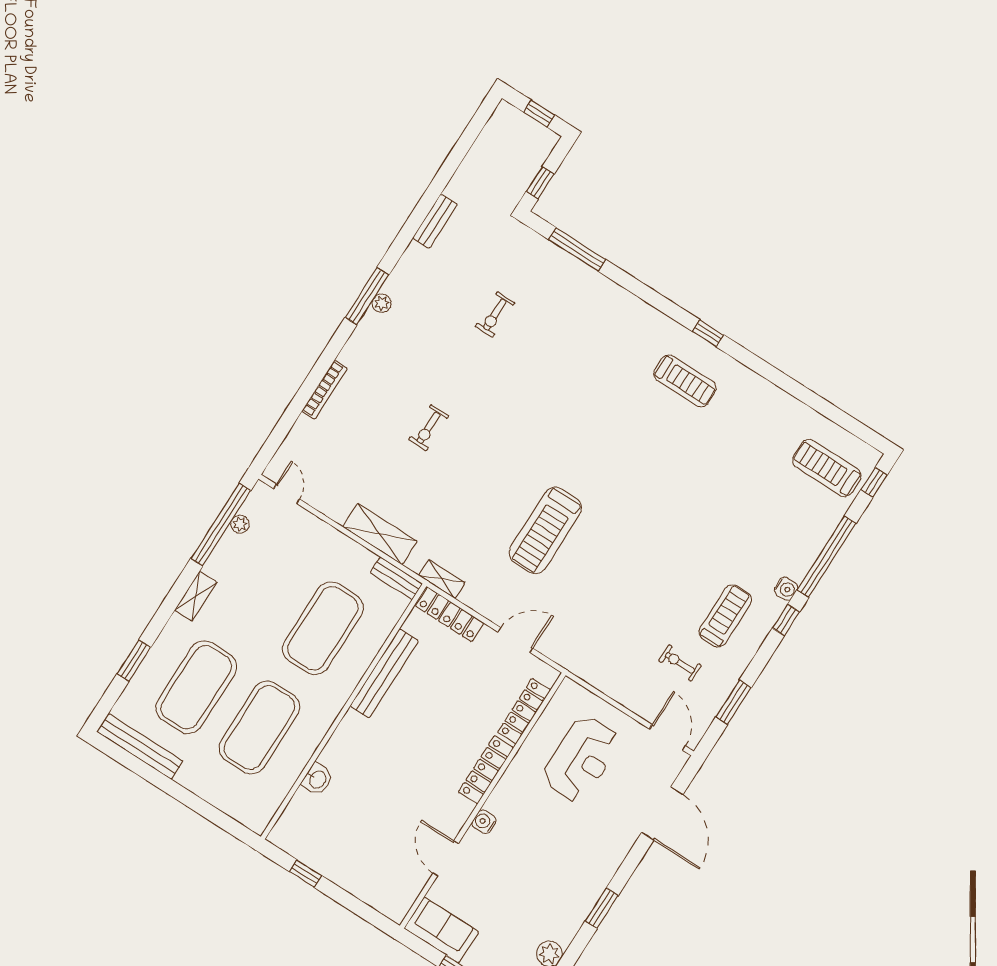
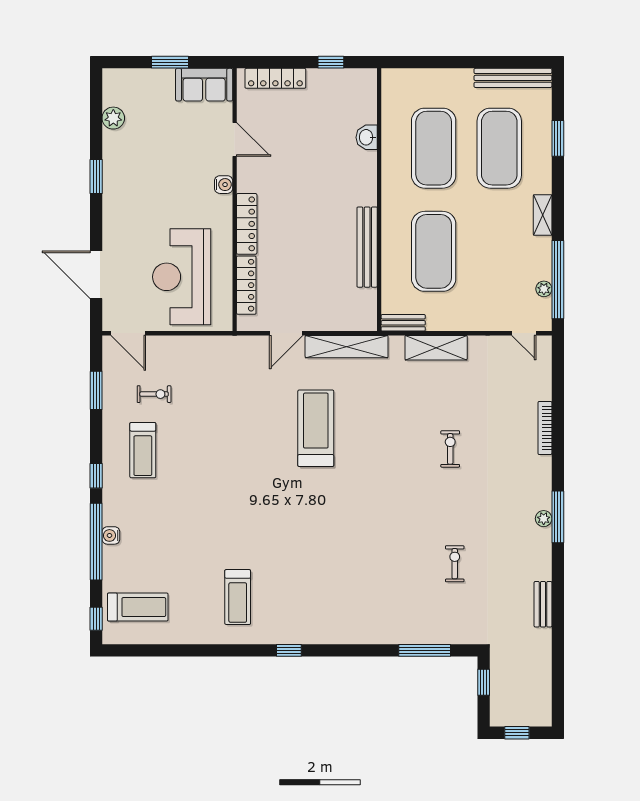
treadmill: (685, 381) -> (238, 597), moved, turned -90
shelving: (442, 579) -> (347, 347), width x2.20, depth x1.33
water cooler: (786, 589) -> (111, 535), moved
locker: (450, 614) -> (275, 78), moved, turned 180
reception desk: (581, 759) -> (182, 277), width x1.36, depth x1.30

